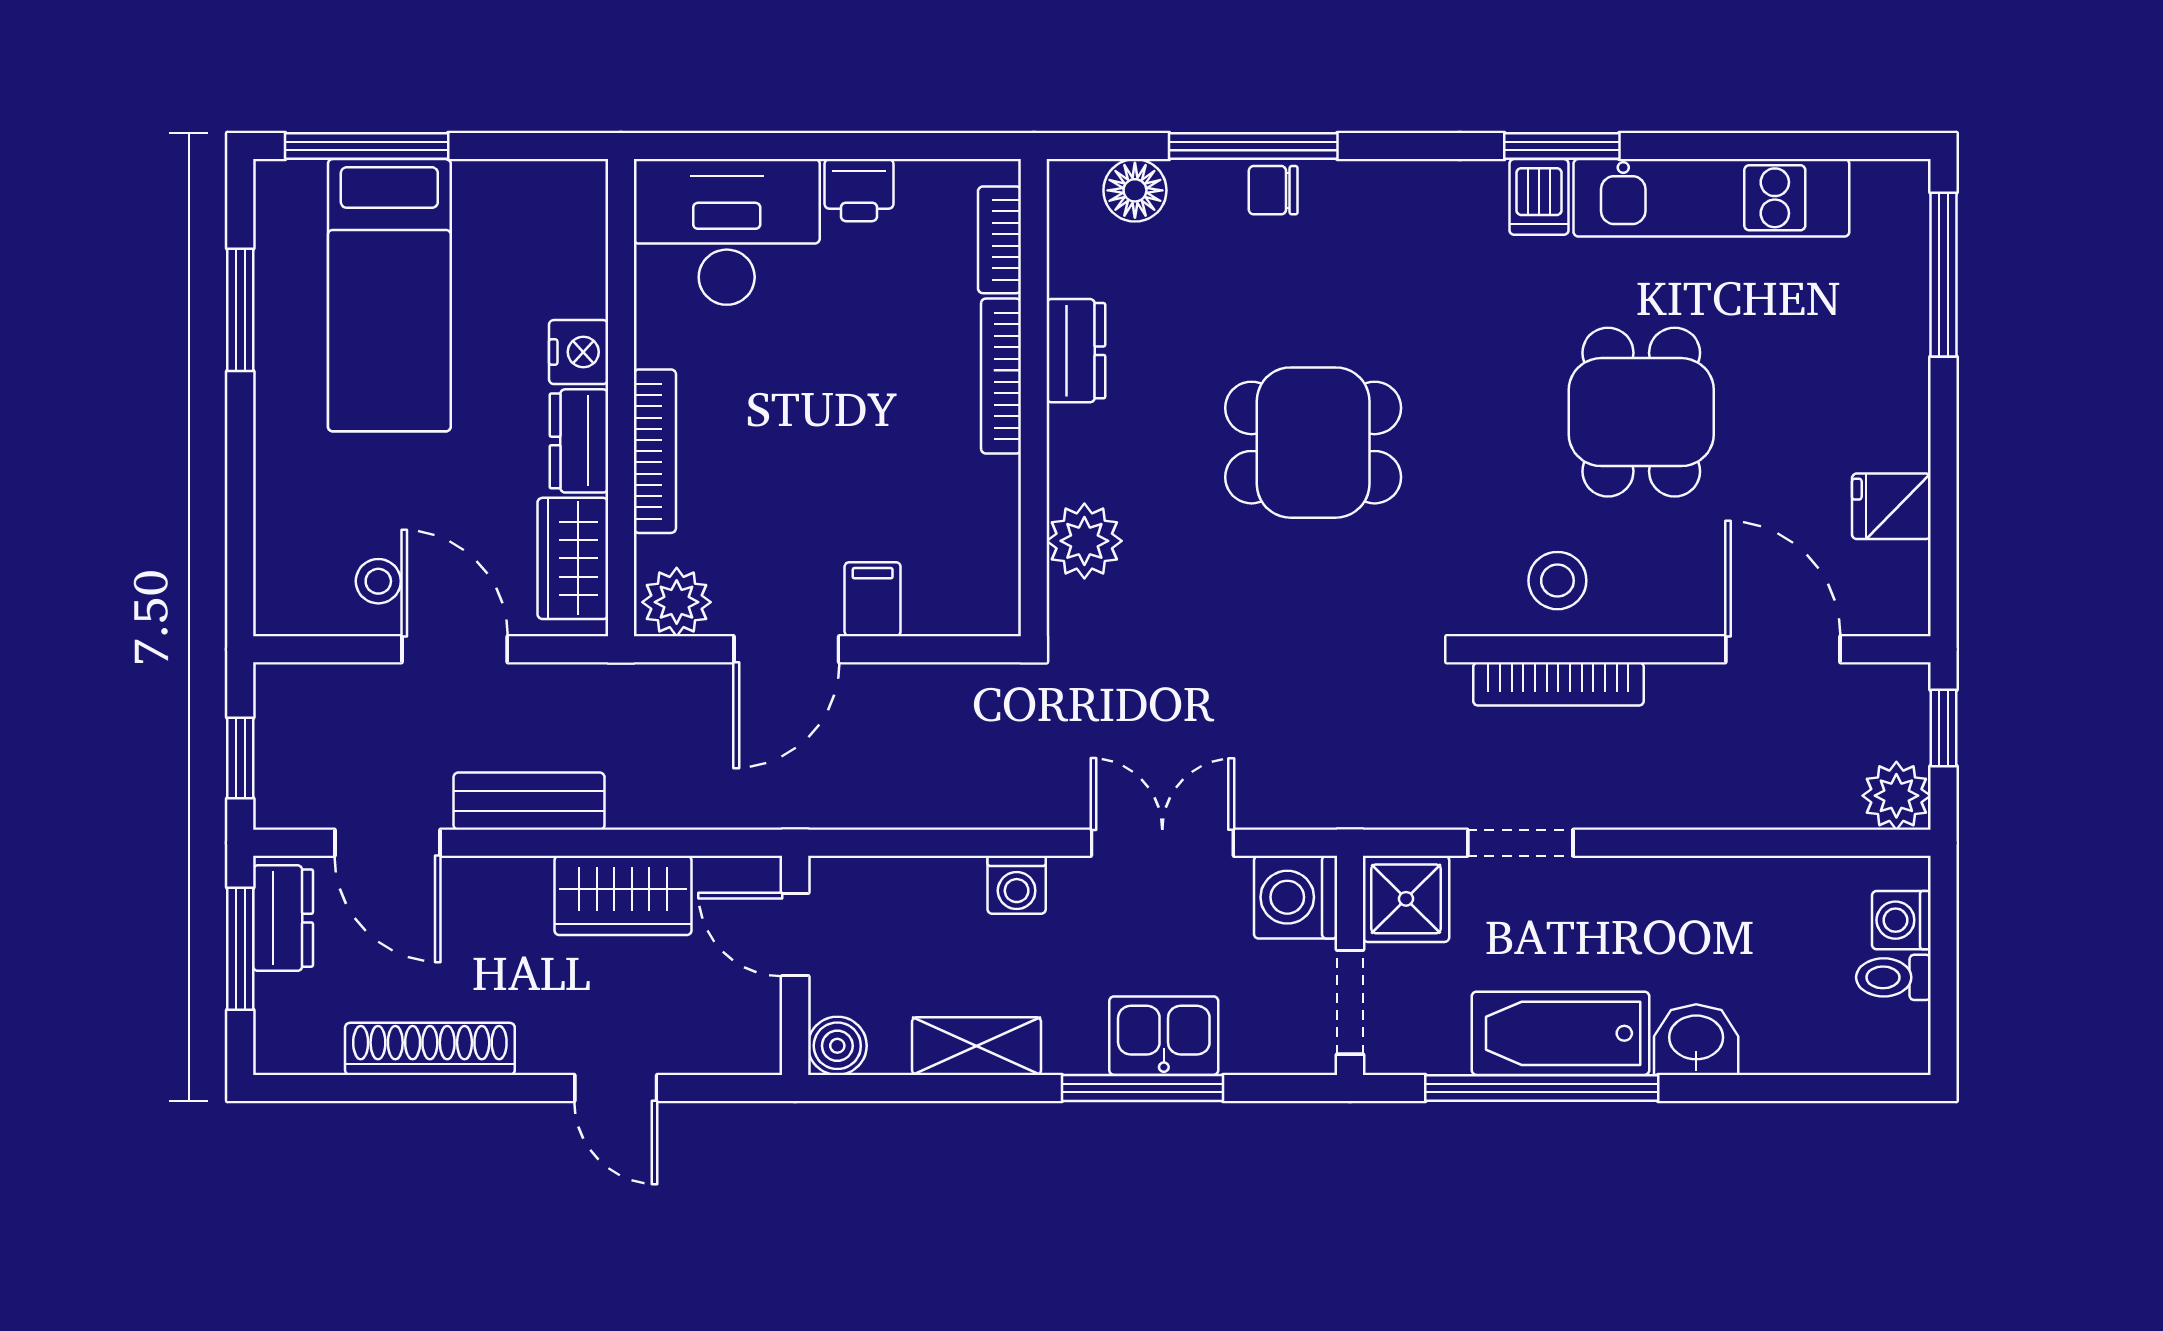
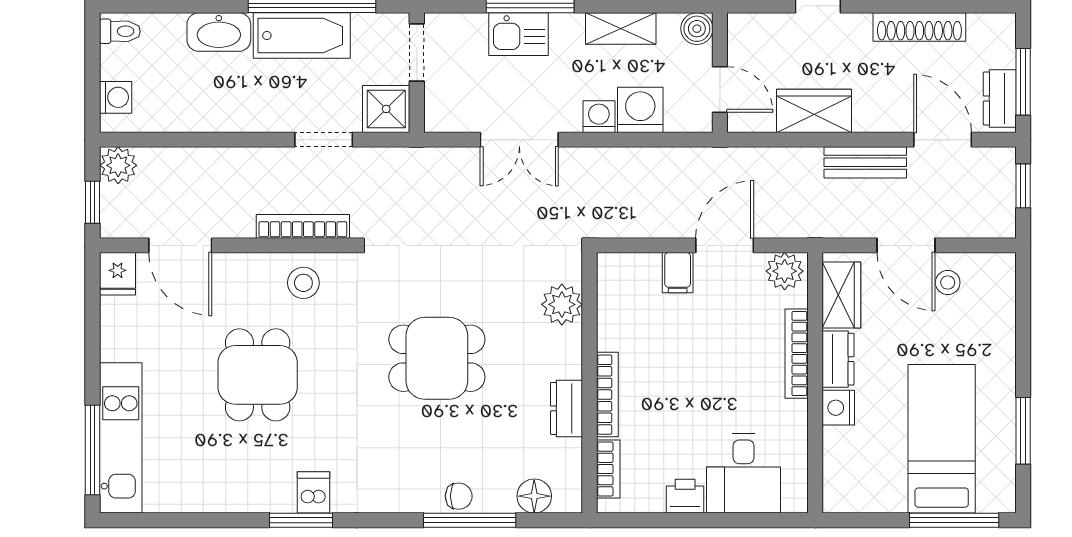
kitchen unit: (1711, 198) -> (121, 438), moved, turned 90
desk: (727, 232) -> (744, 473), width x0.73
fridge: (1891, 506) -> (118, 274), moved, turned 90
washing machine: (1296, 897) -> (640, 110), moved, turned -90
toilet: (1893, 977) -> (120, 31), moved
washbasin: (1696, 1040) -> (219, 32), width x1.38

